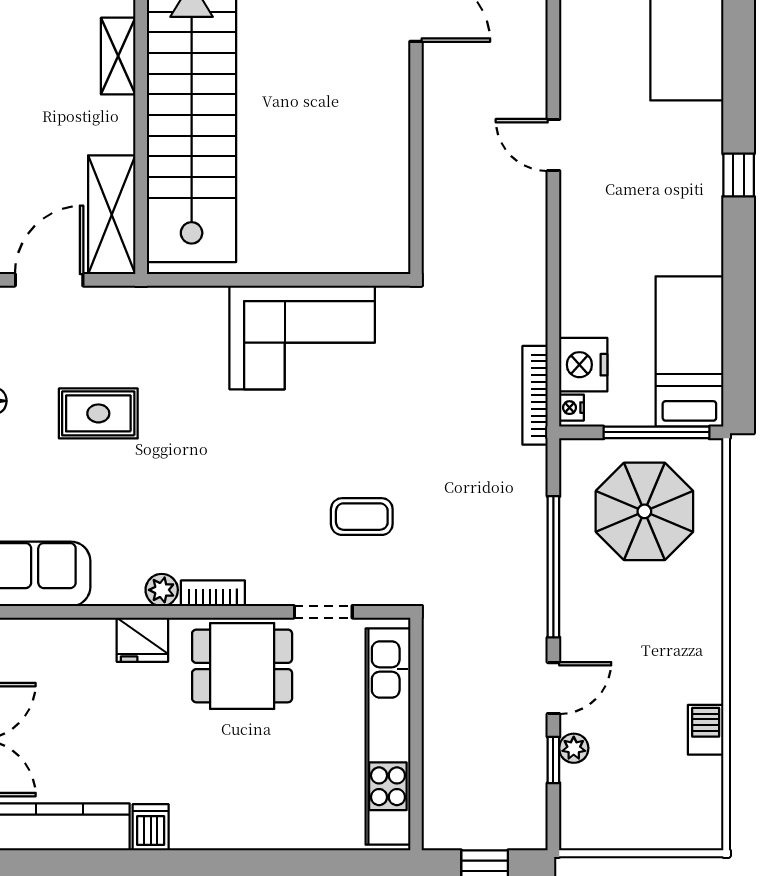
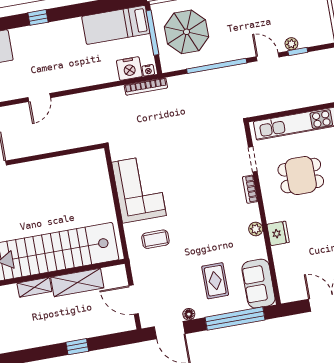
shelving: (112, 215) -> (77, 282), moved
rug: (98, 413) -> (215, 281), moved
coffee table: (362, 517) -> (155, 239), moved, turned 90
bookcase: (213, 593) -> (250, 189), moved
dining table: (242, 666) -> (301, 176), moved, turned 90

